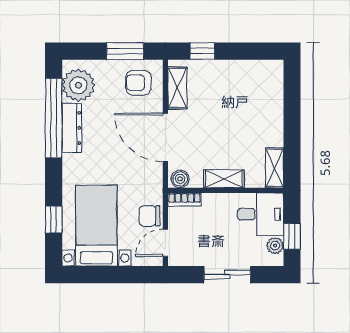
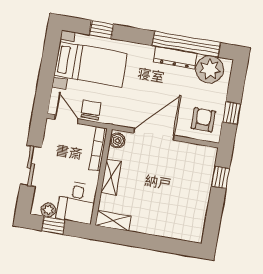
window: (125, 51) -> (232, 113), width x0.67
shelving: (177, 88) -> (193, 151), removed
bookcase: (184, 200) -> (98, 149), width x1.56

